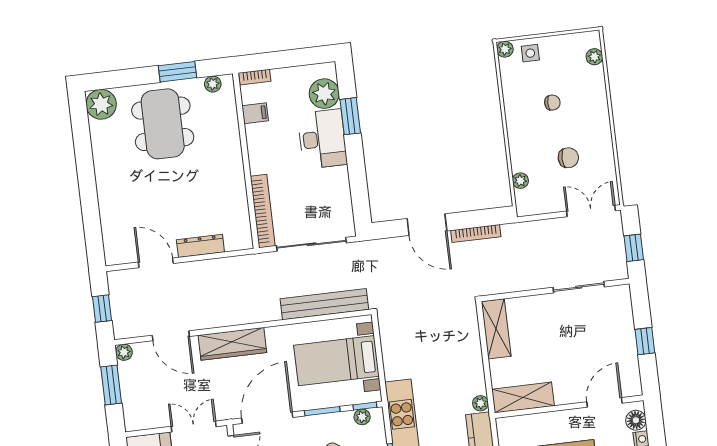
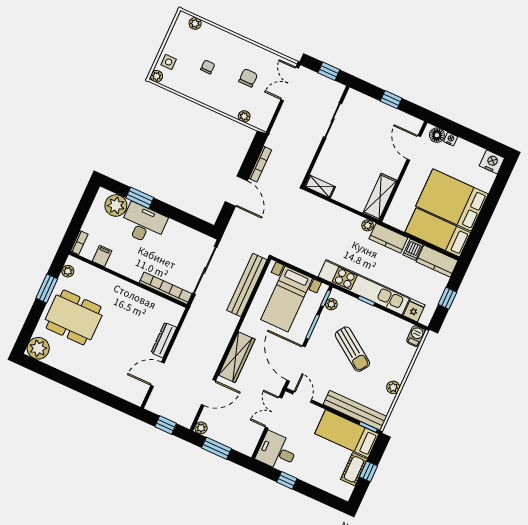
door: (427, 225) -> (236, 191), hinge flipped
shelving: (496, 329) -> (320, 187), width x0.67, depth x0.75

